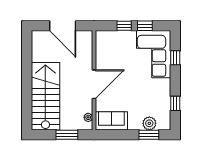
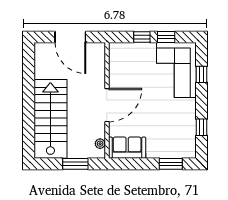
plant: (149, 123) -> (171, 151), removed

